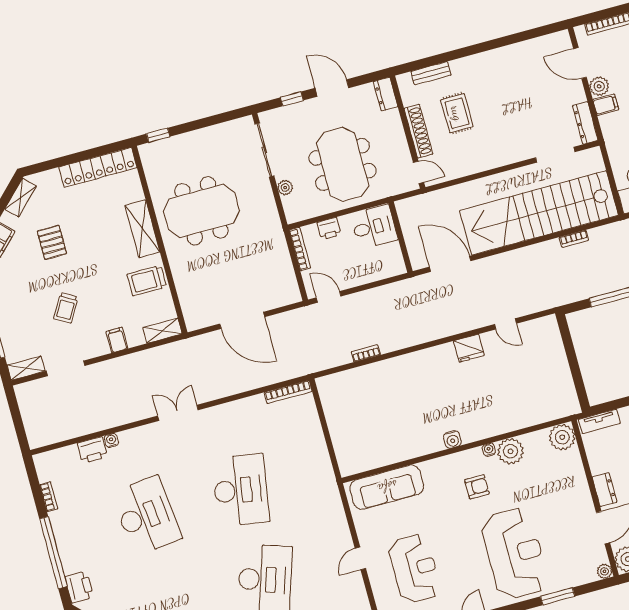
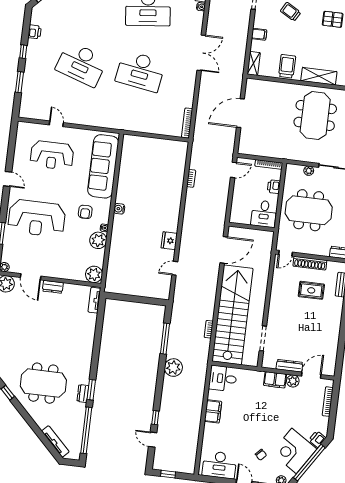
filing cabinet: (606, 105) -> (275, 380), width x2.00
dresser: (585, 123) -> (289, 366), moved
double door: (178, 413) -> (201, 53), width x1.37
sofa: (387, 487) -> (103, 166), width x1.36, depth x1.27
door: (360, 558) -> (56, 124), moved

